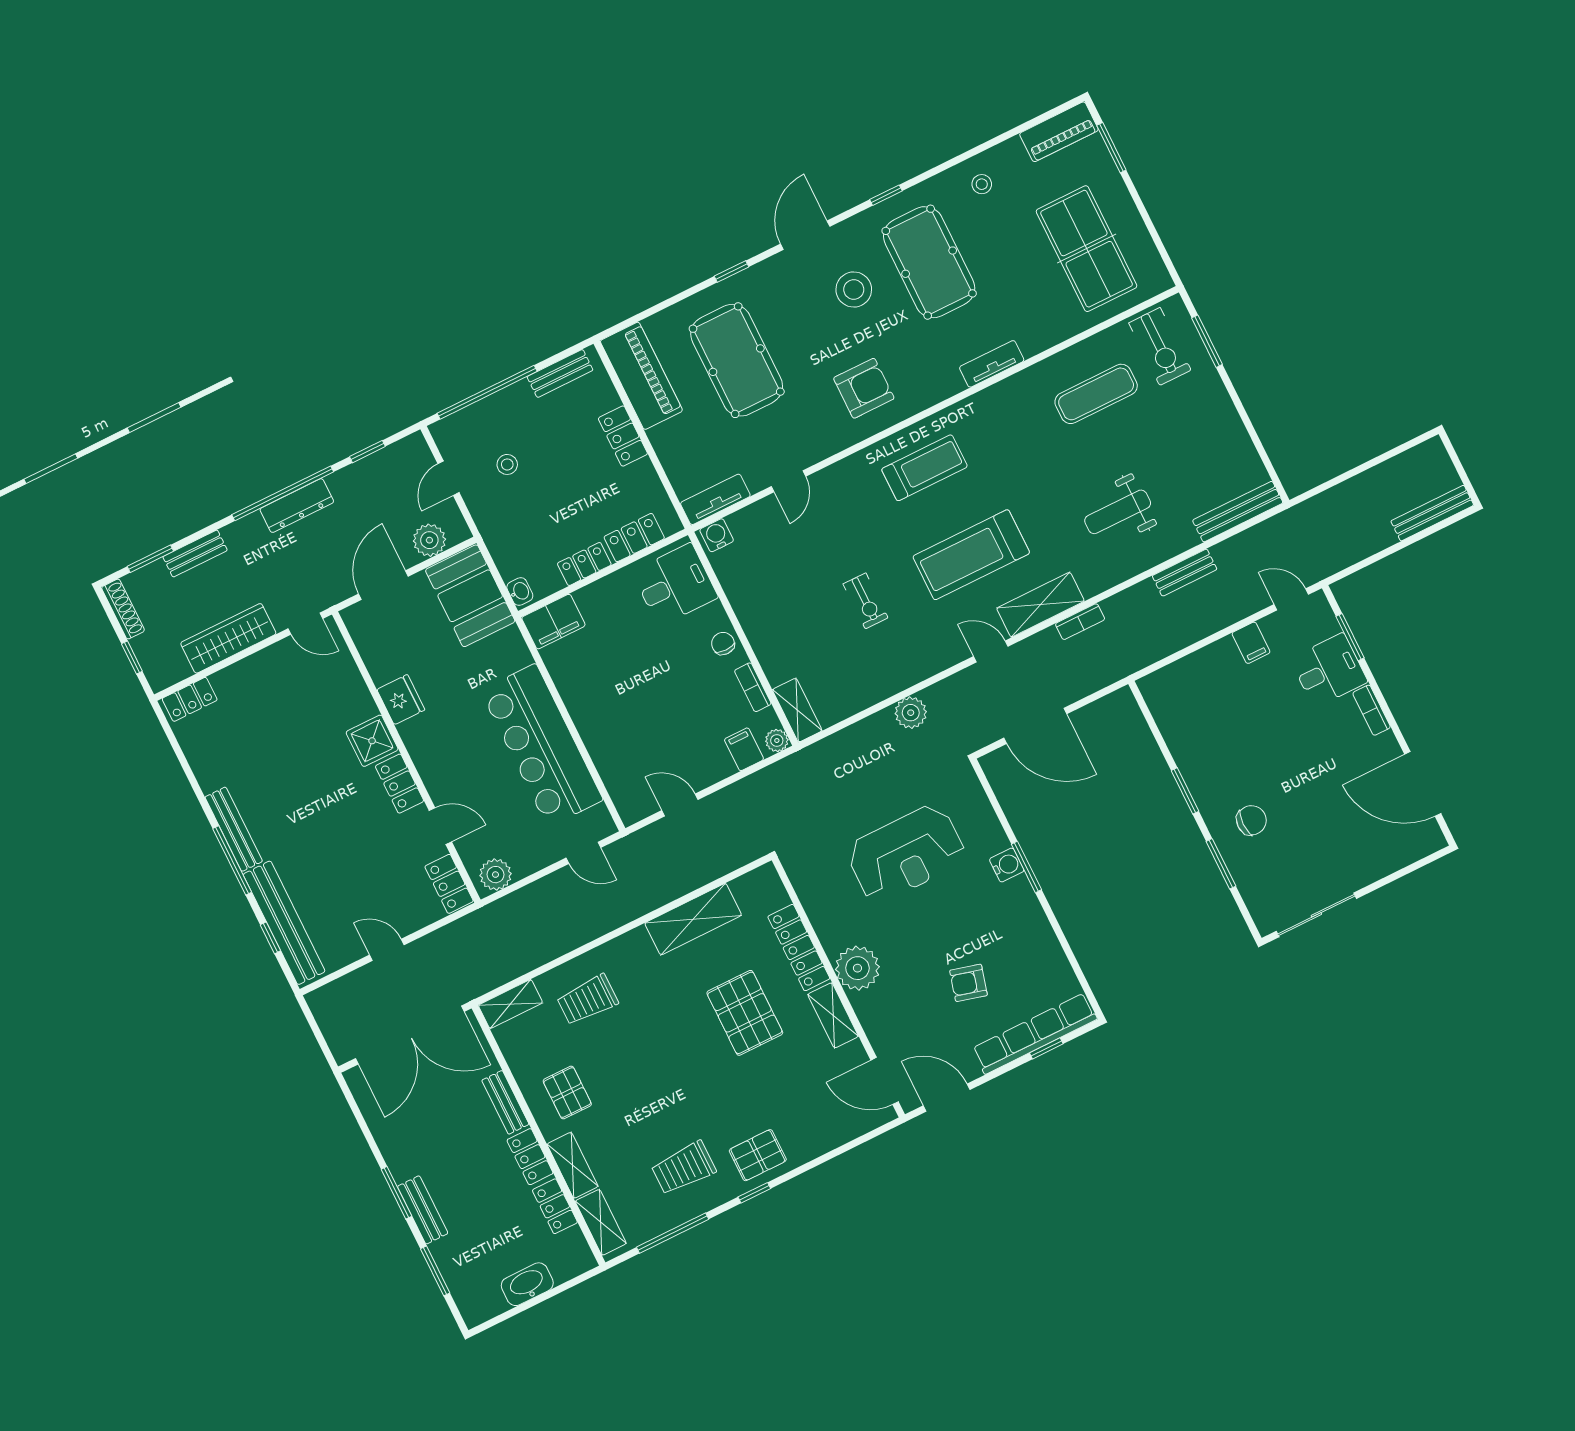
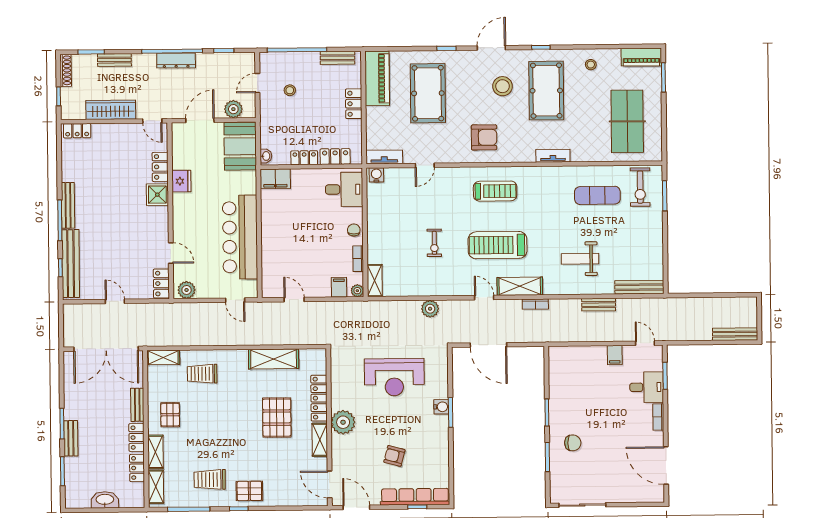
locker: (400, 784) -> (160, 167), moved

